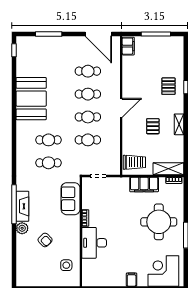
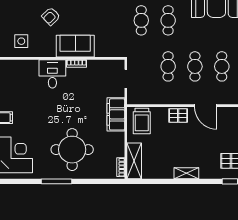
pallet: (153, 126) -> (178, 115), moved
filing cabinet: (144, 184) -> (116, 114), moved
sofa: (71, 199) -> (75, 46), moved
desk: (94, 243) -> (52, 74), width x0.73

